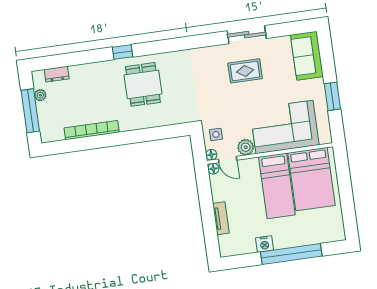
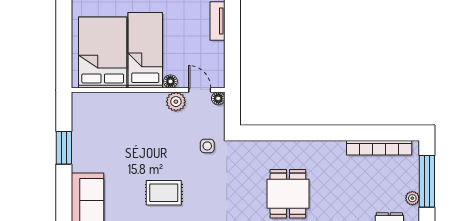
corner sofa: (284, 127) -> (126, 119), removed
bookcase: (92, 130) -> (379, 148), moved
side table: (216, 134) -> (207, 146), moved
floor lamp: (213, 169) -> (170, 81), moved

